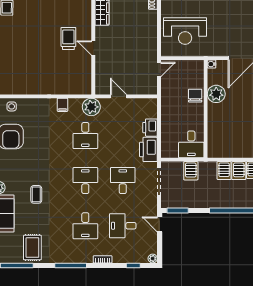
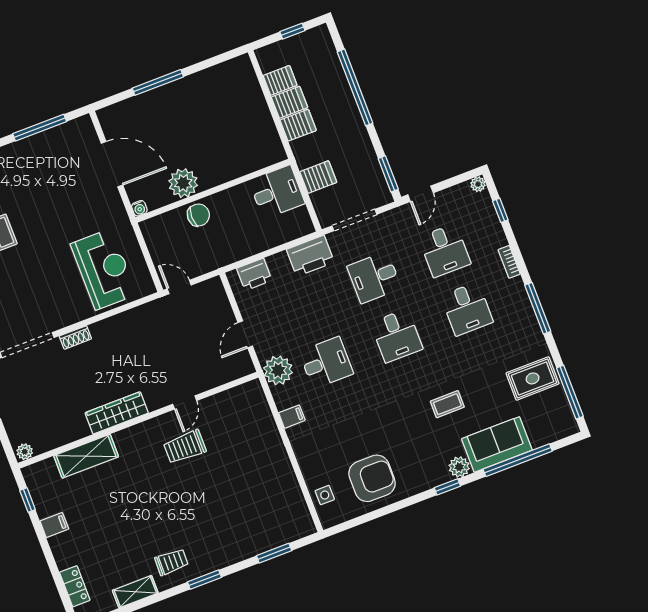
chair: (195, 96) -> (198, 215), turned 180
printer: (150, 128) -> (254, 274), moved
desk: (85, 181) -> (397, 336), turned -90
desk: (85, 226) -> (467, 309), turned 90

